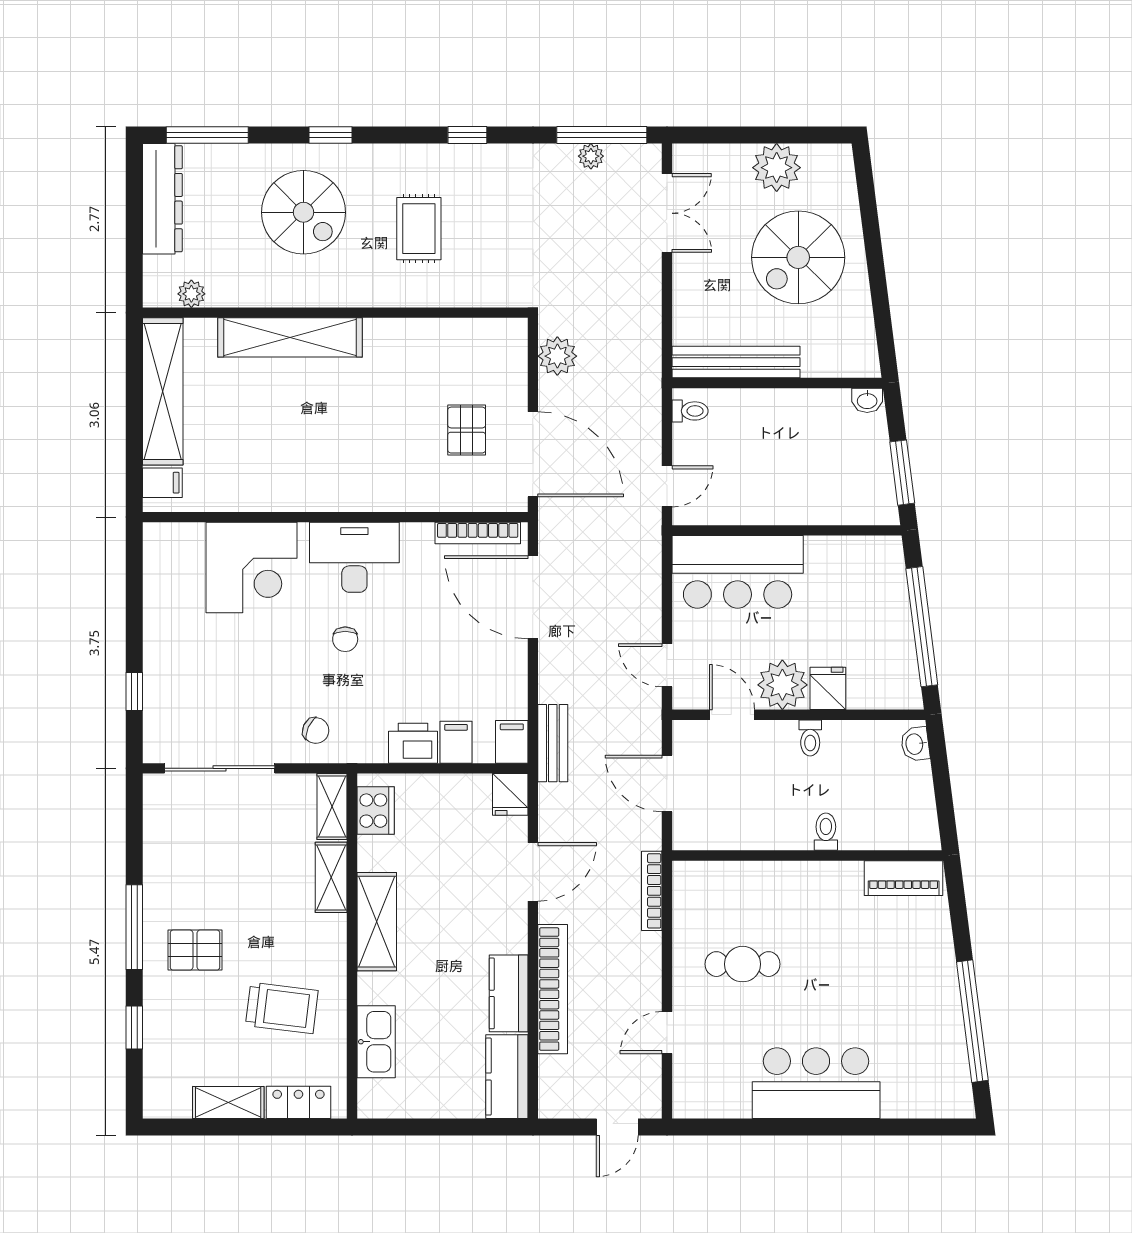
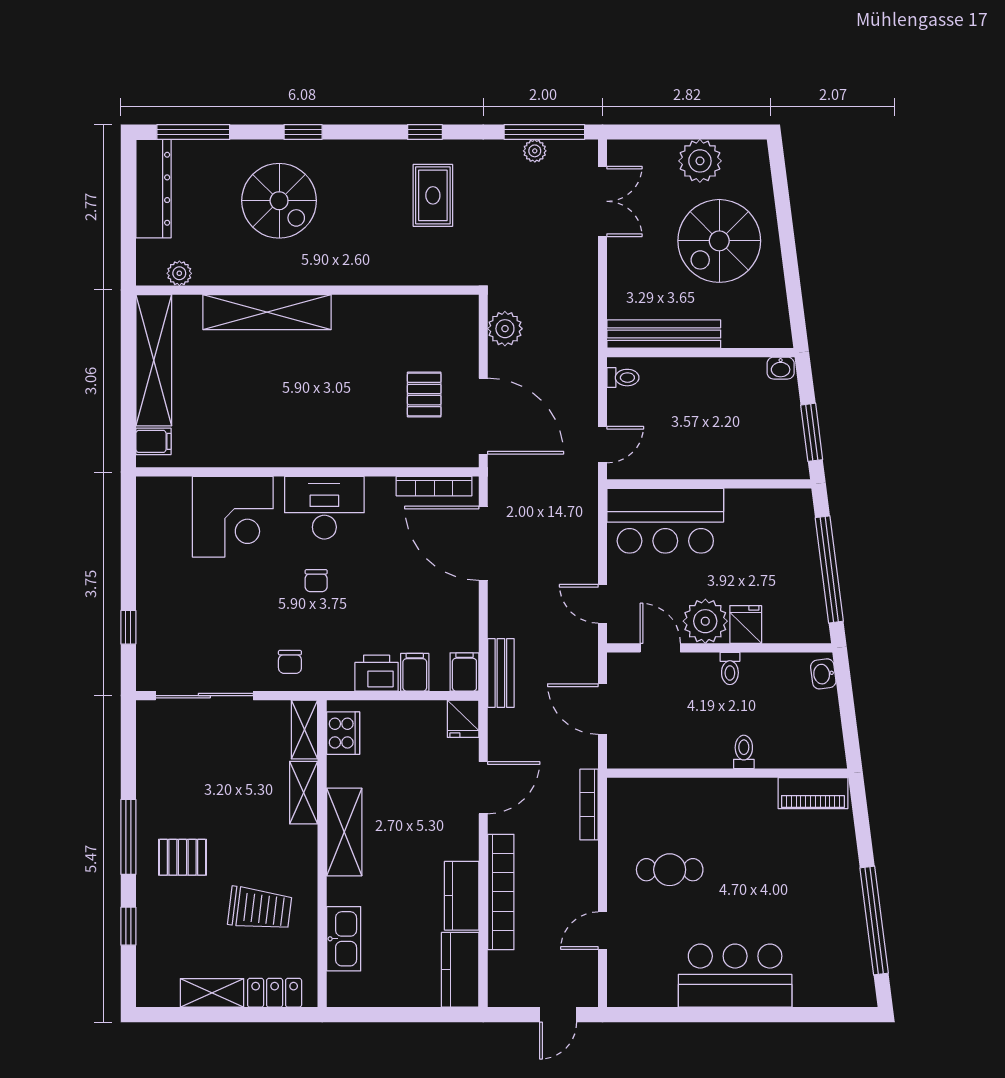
rug: (419, 229) -> (433, 195), moved
chair: (316, 730) -> (290, 662), turned 66

